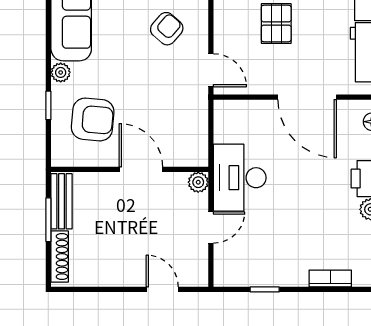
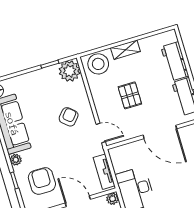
armchair: (93, 119) -> (42, 181), turned -95
tv unit: (198, 135) -> (104, 172), added

